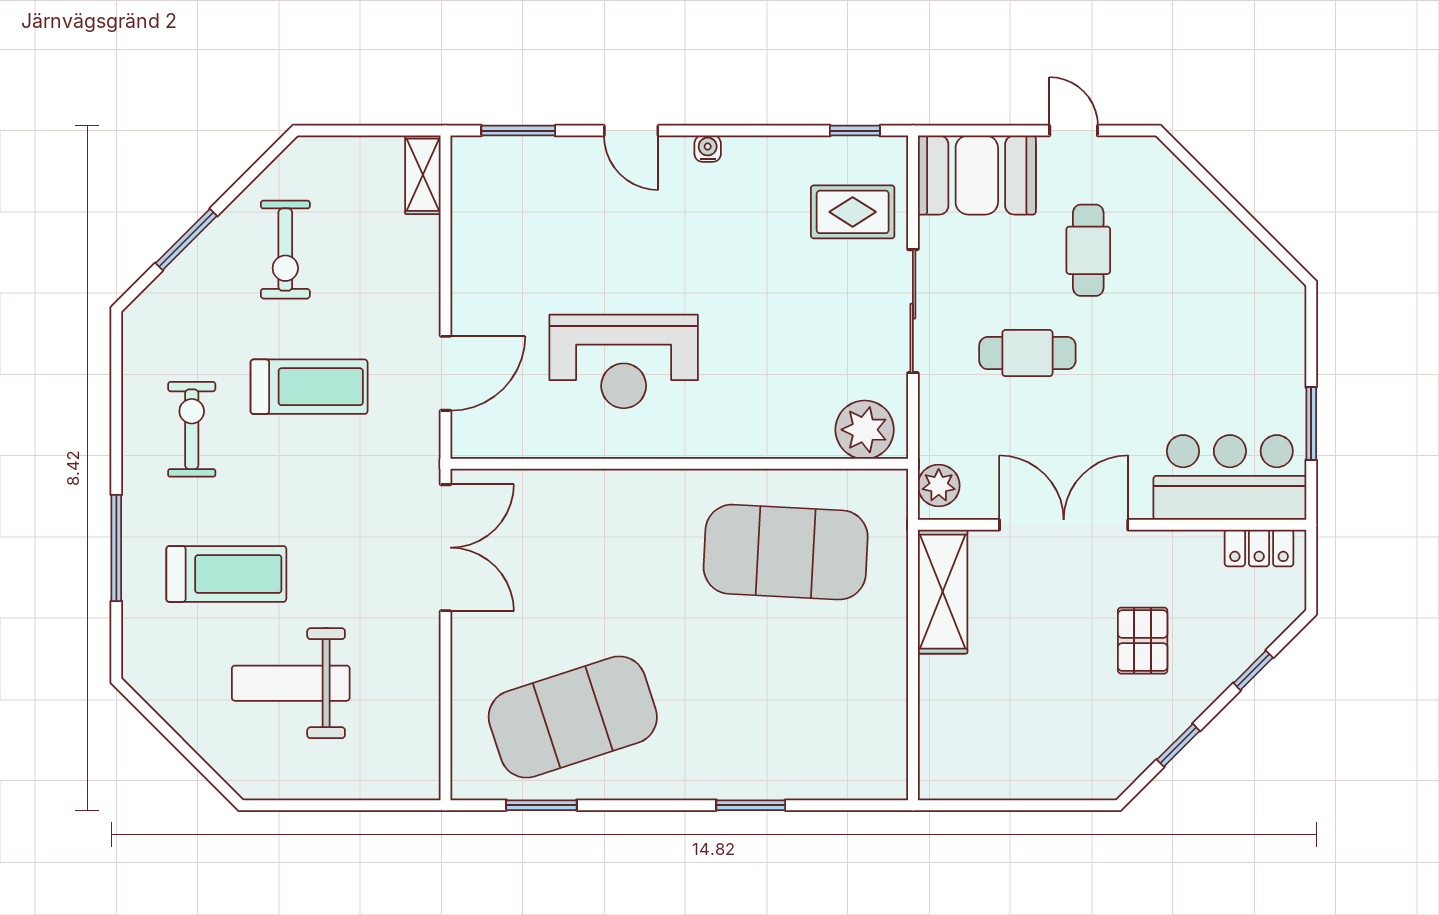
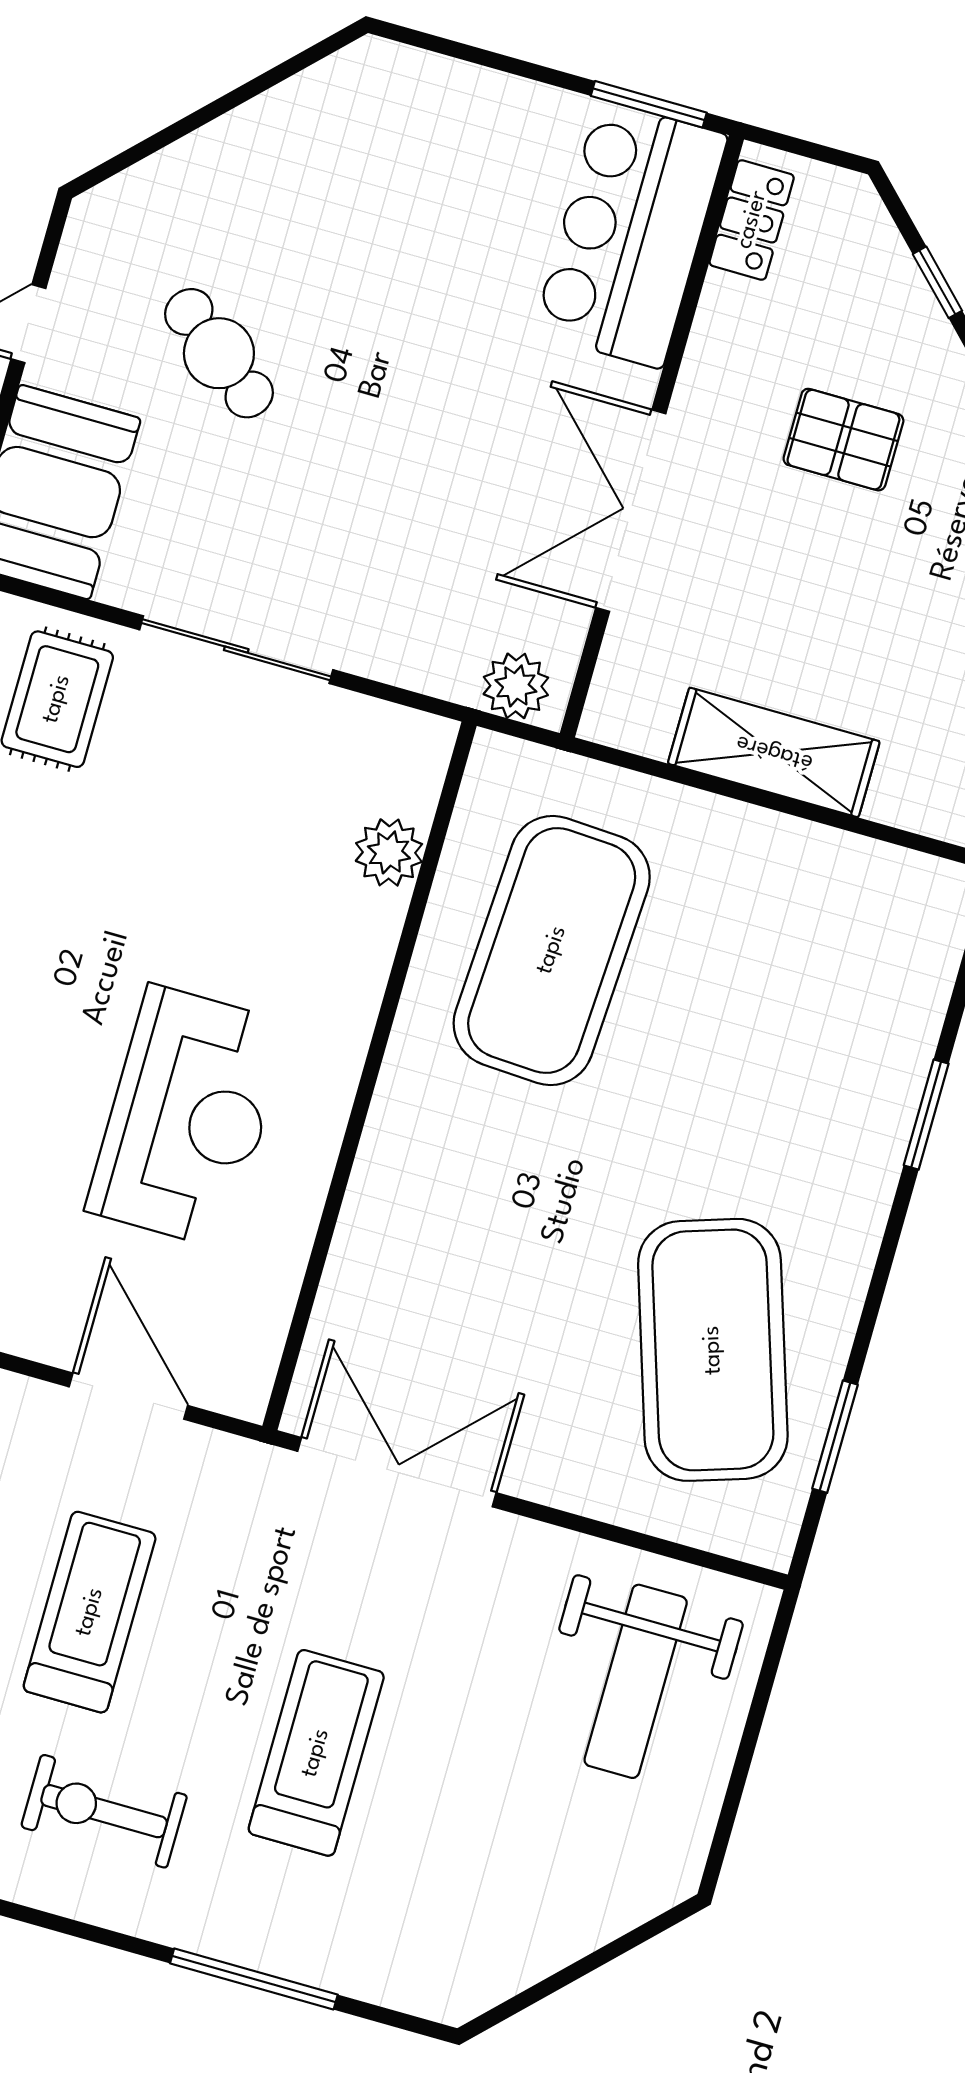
cafe table: (1088, 250) -> (219, 353), turned 38
cafe table: (1027, 353) -> (351, 492), removed
window: (1311, 424) -> (649, 104), moved
plant: (865, 430) -> (389, 852), moved, width x0.73, depth x0.73
treadmill: (226, 574) -> (316, 1753), moved
shelving: (943, 592) -> (774, 752), moved
weight bench: (291, 683) -> (636, 1681), moved

